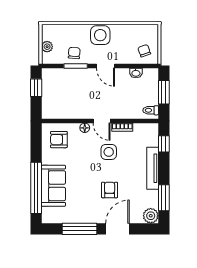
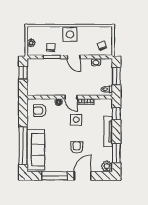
sofa: (53, 186) -> (36, 150), width x1.36

